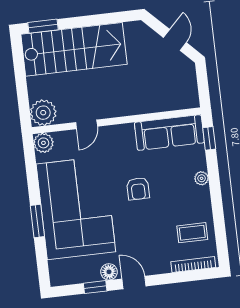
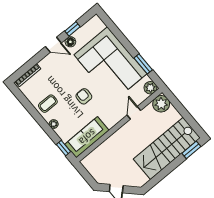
window: (37, 221) -> (143, 64), moved
coffee table: (192, 233) -> (48, 104), moved

